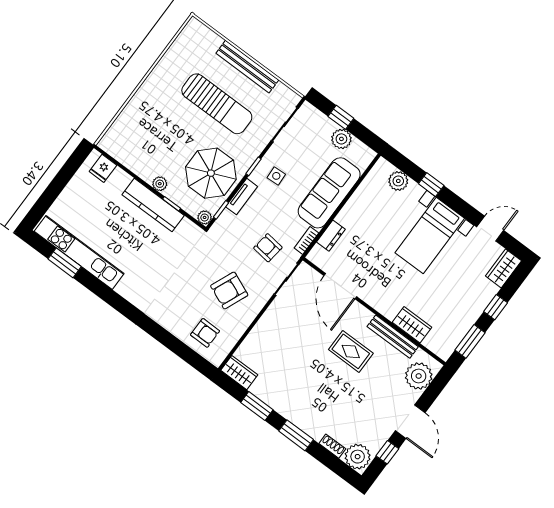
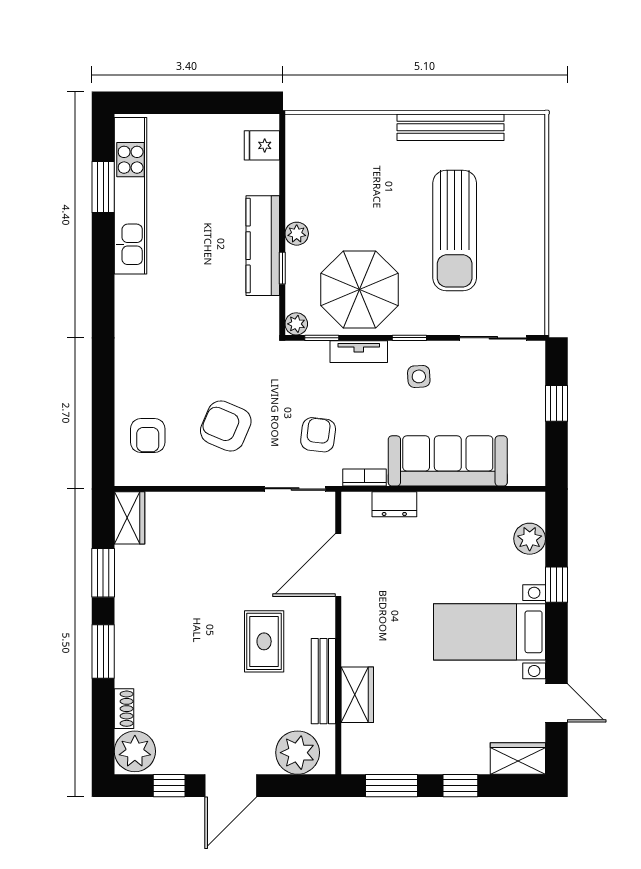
bench: (247, 67) -> (450, 127), moved, turned 90
plant: (341, 139) -> (529, 425), removed

